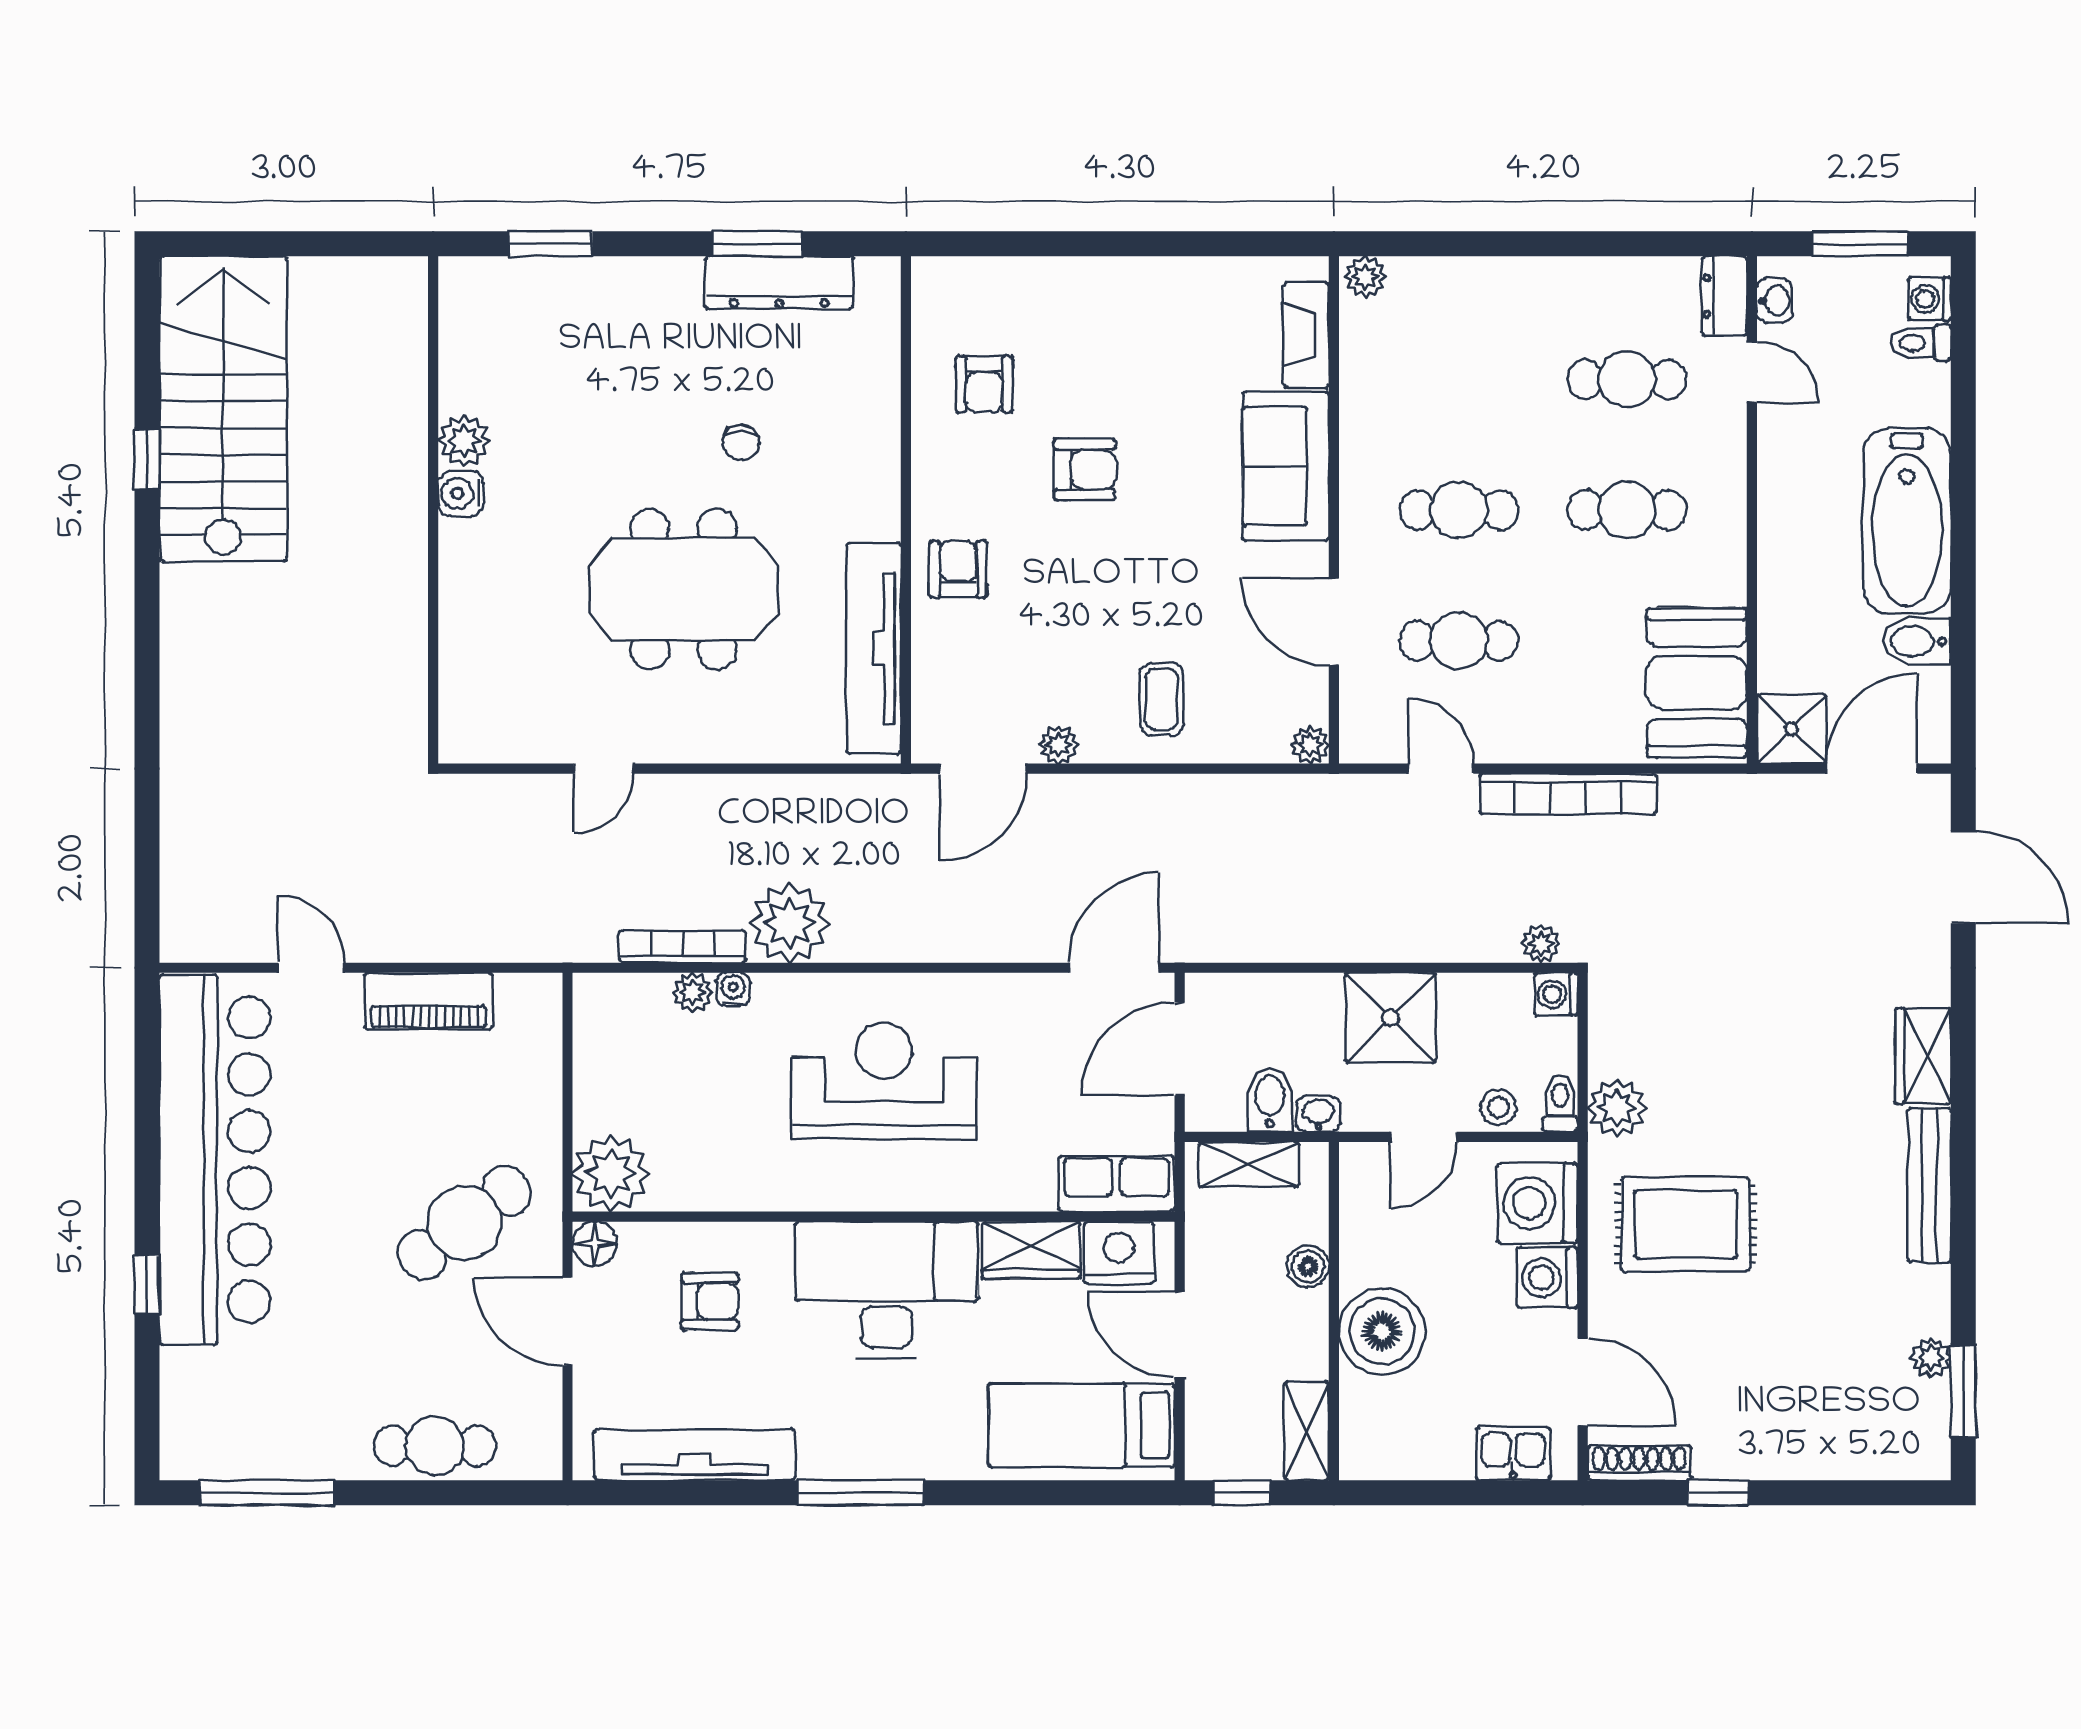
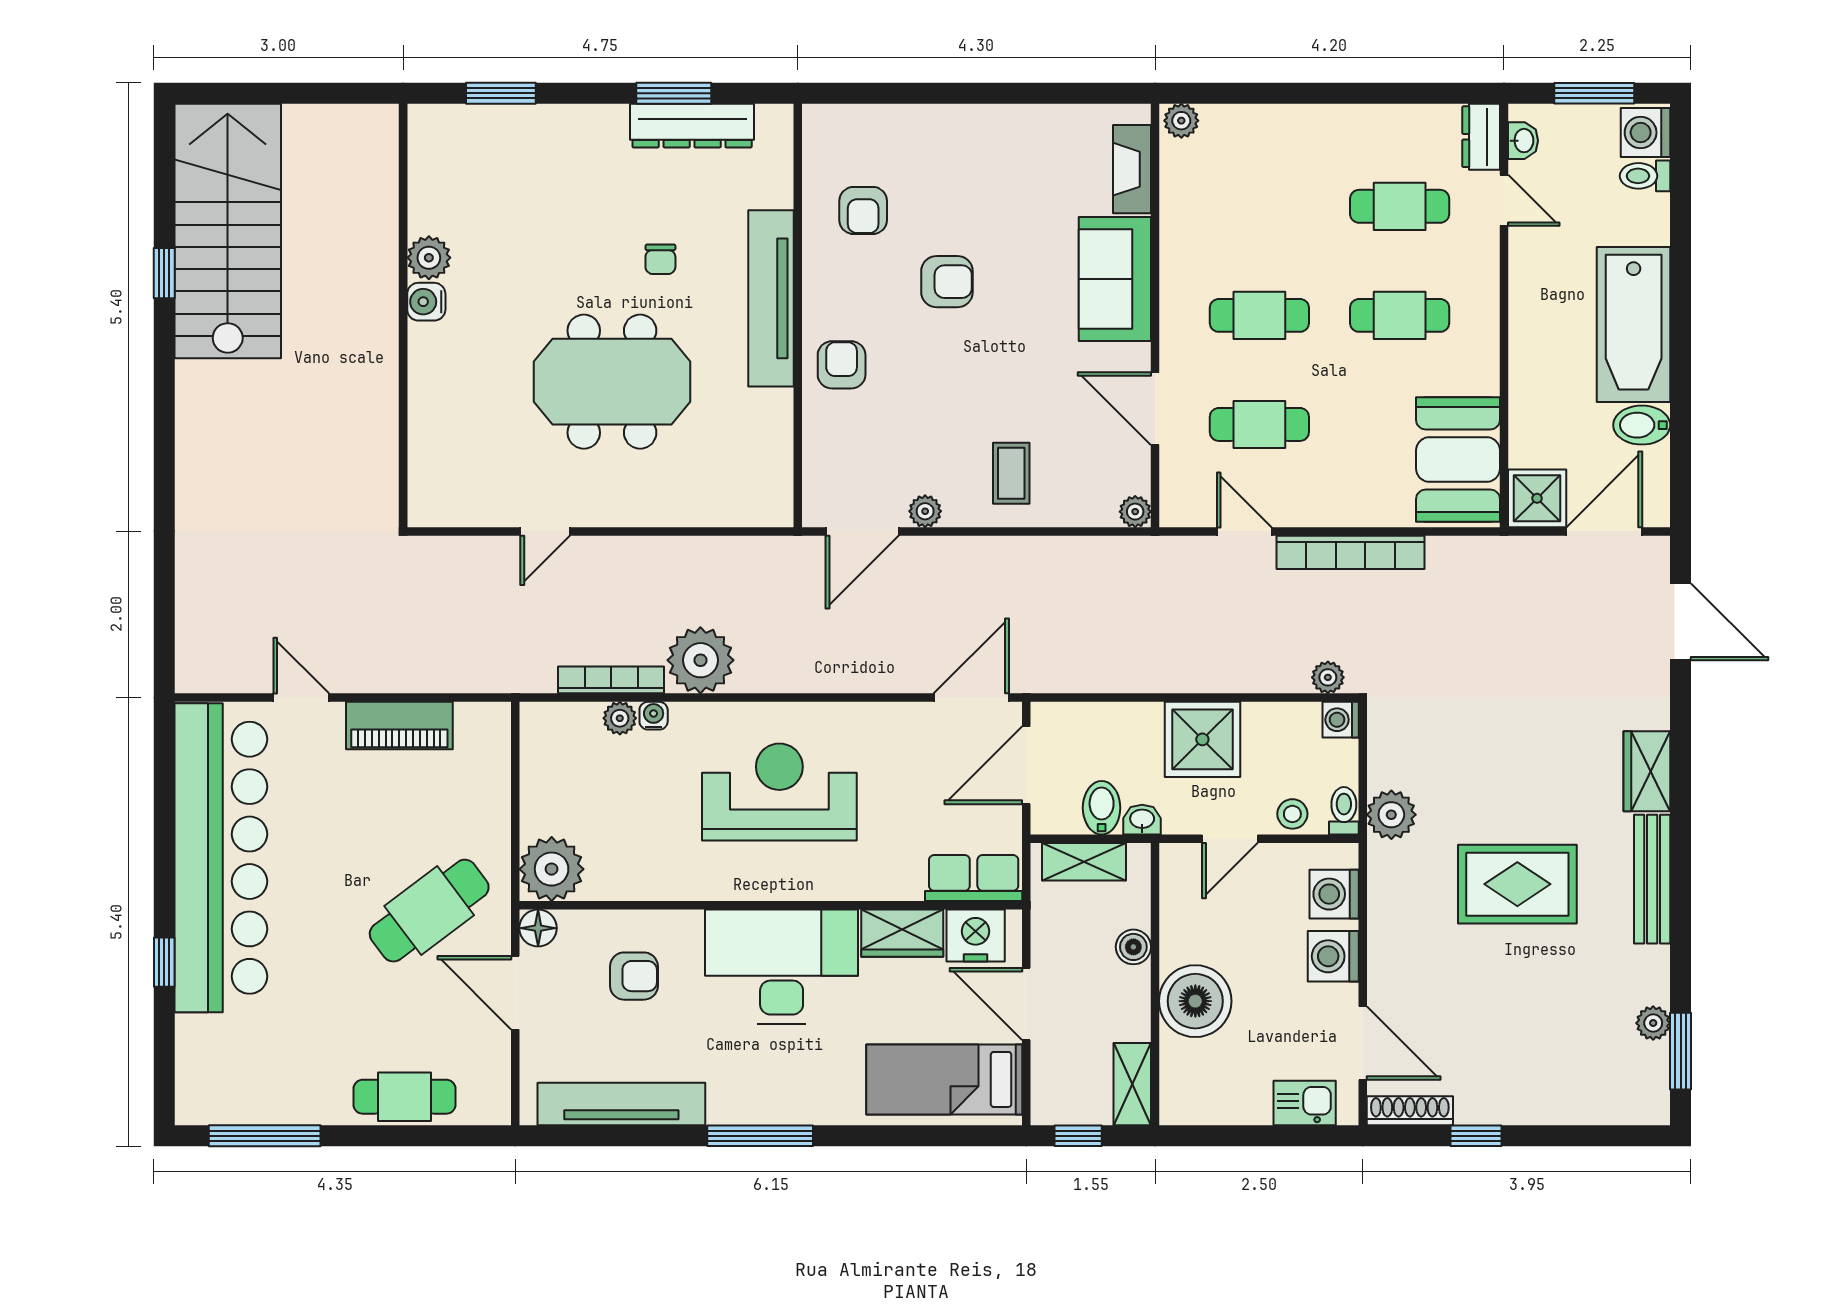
washing machine: (1929, 299) -> (1645, 133), width x1.38, depth x1.38
tv unit: (874, 648) -> (771, 298), moved
washing machine: (1537, 1203) -> (1334, 894), width x0.73, depth x0.73
rug: (1686, 1224) -> (1517, 884), moved

